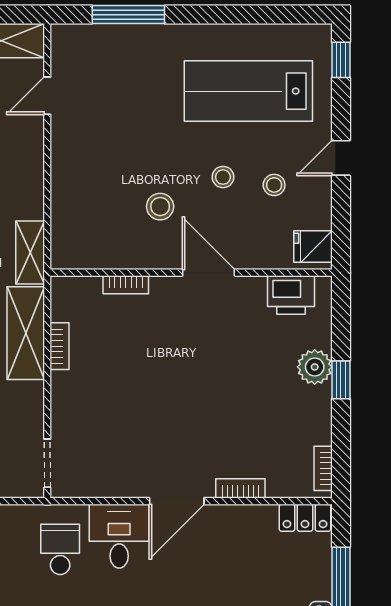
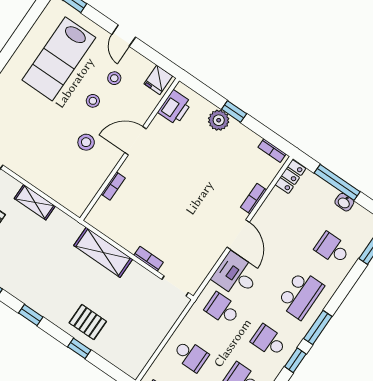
shelving: (30, 253) -> (35, 202), moved
bookcase: (60, 346) -> (149, 259), moved

